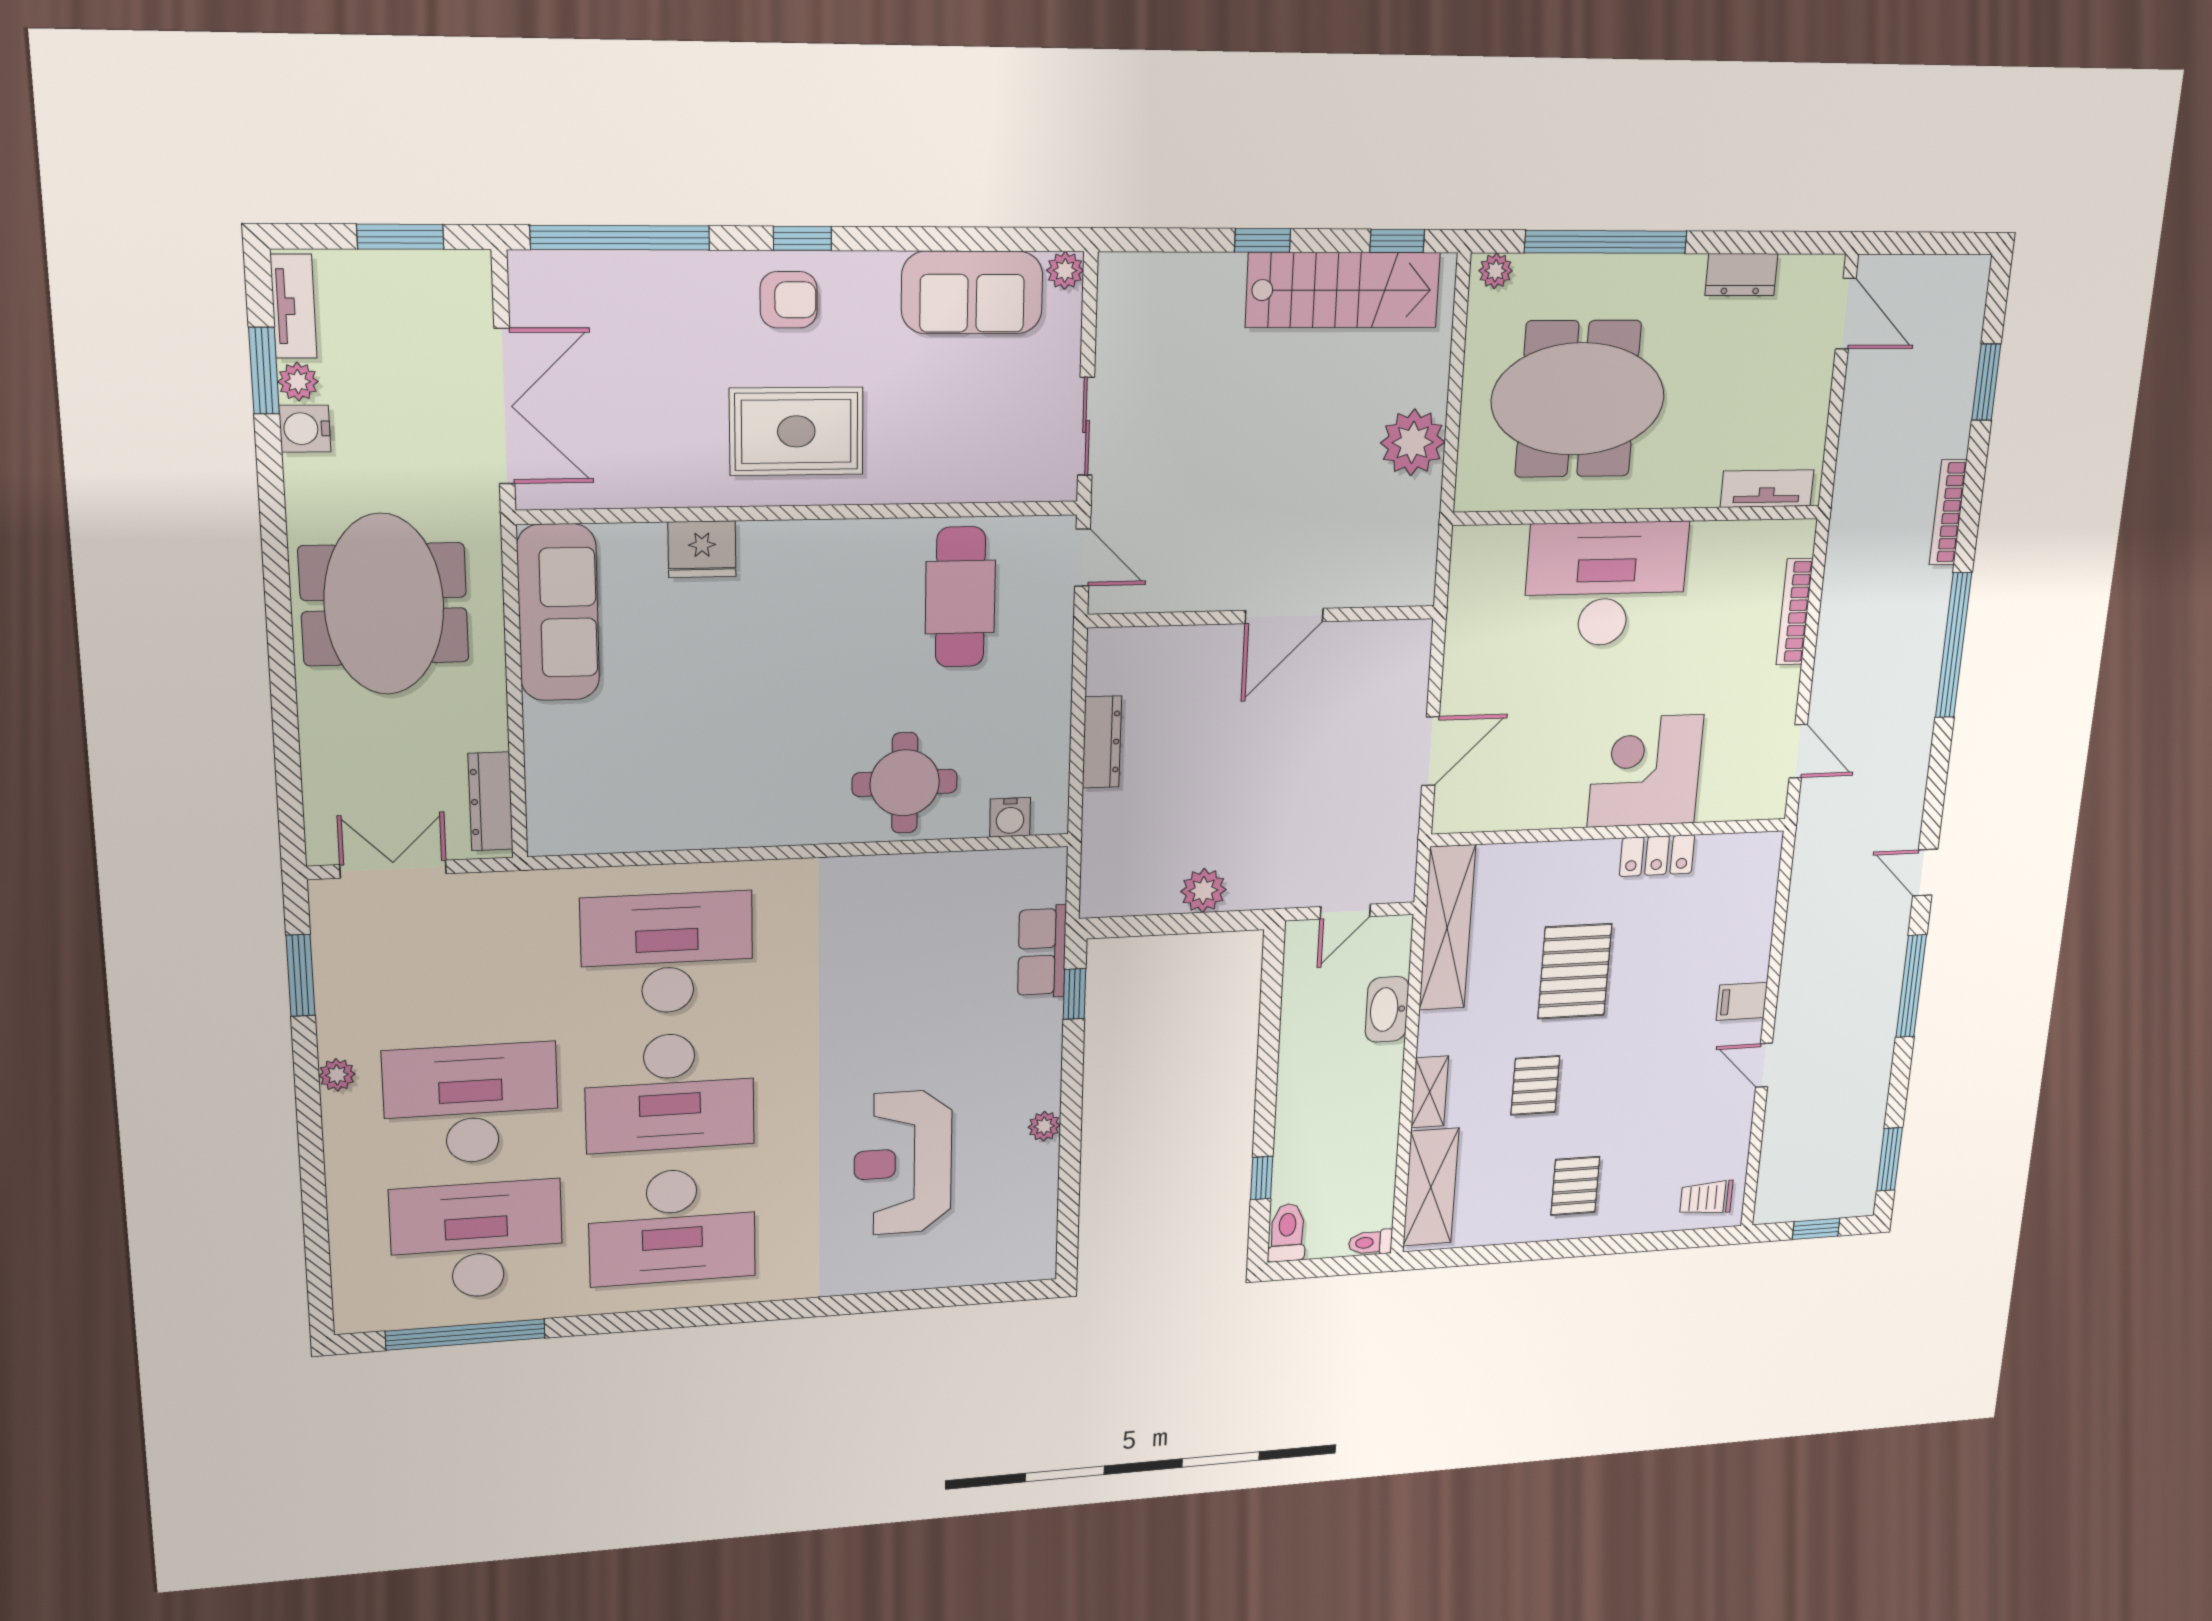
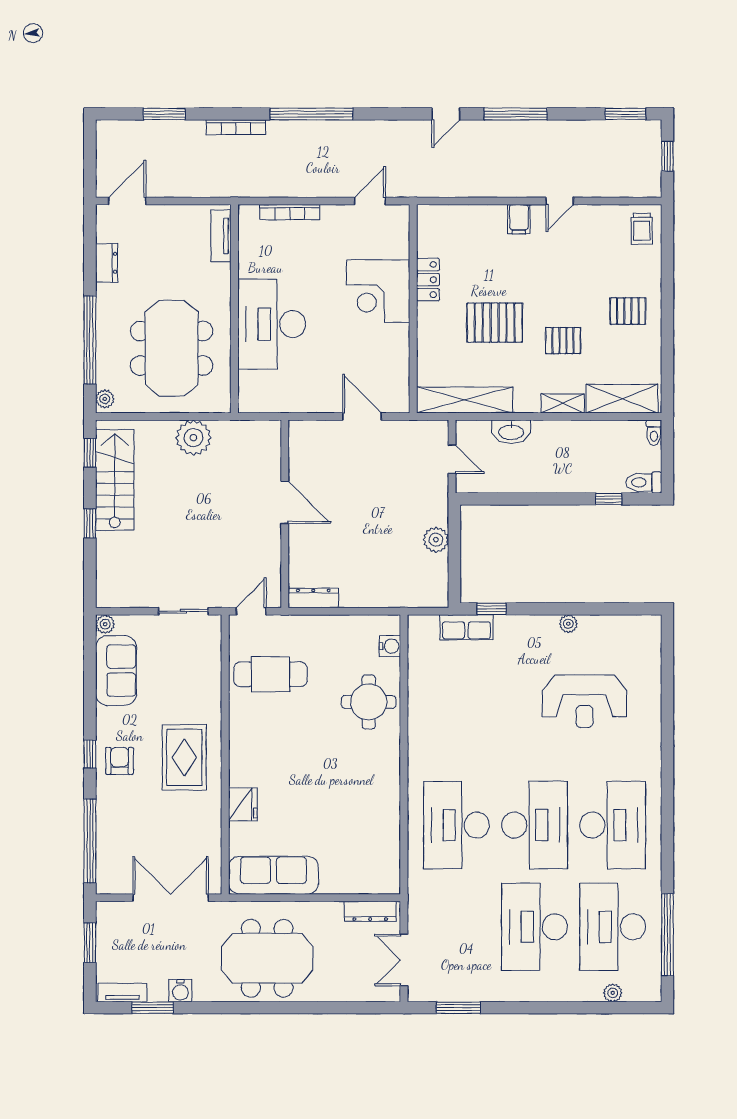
plant: (298, 382) -> (158, 993), removed
dresser: (1102, 742) -> (313, 598), moved
plant: (337, 1075) -> (613, 993), moved

